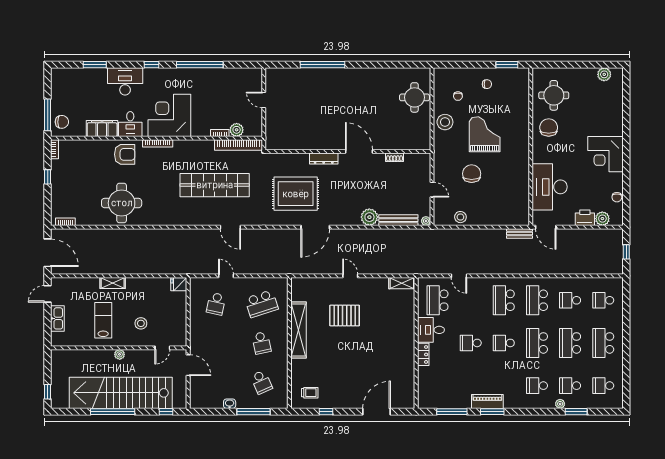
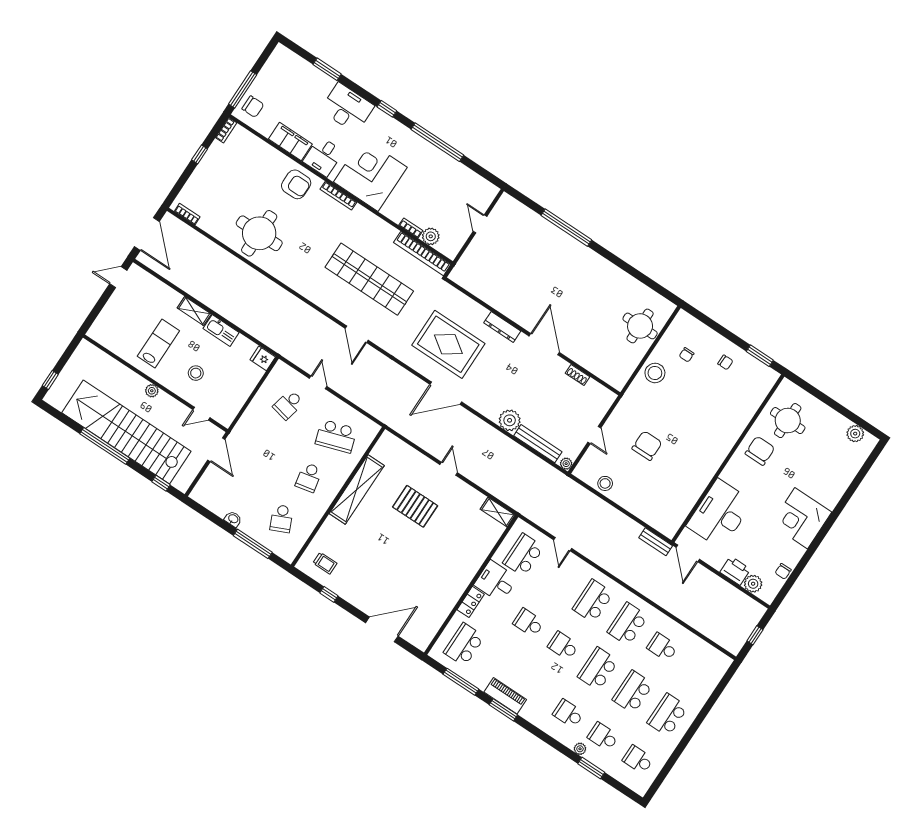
grand piano: (485, 134) -> (688, 413), removed
school desk: (603, 300) -> (464, 645), moved, width x1.85
kitchen sink: (57, 318) -> (221, 331), moved, turned 90

